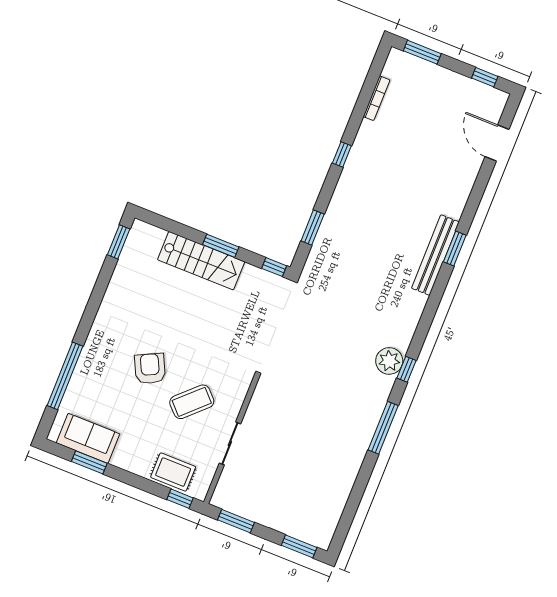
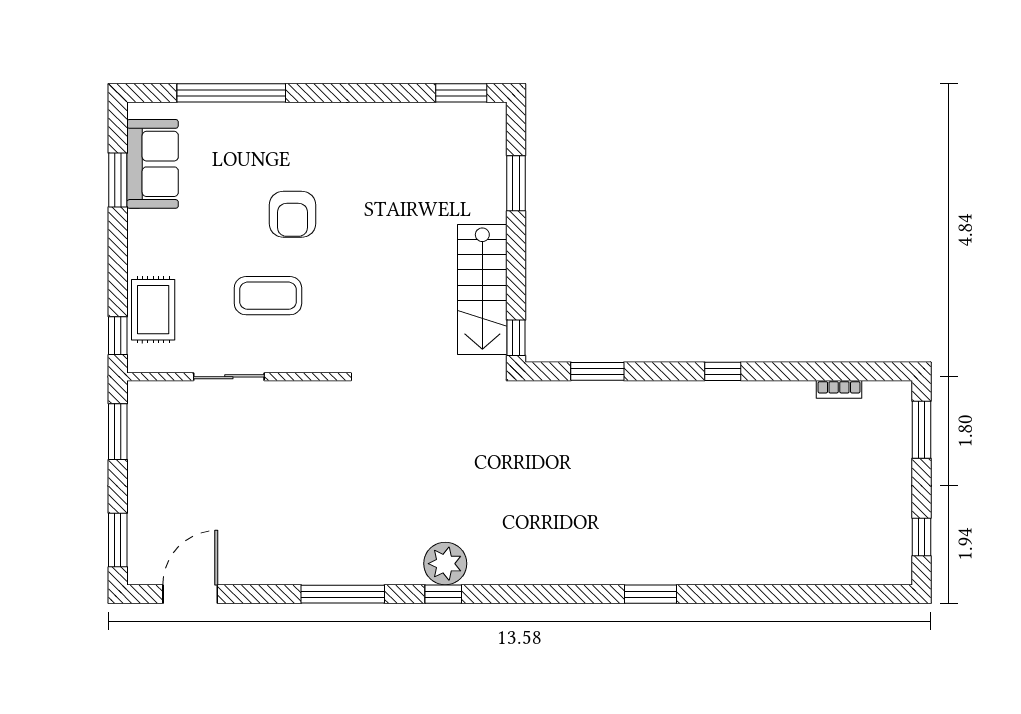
bookcase: (377, 98) -> (839, 389), width x0.64
door: (497, 143) -> (190, 594), moved
window: (221, 246) -> (516, 183), moved
bench: (435, 255) -> (629, 569), removed
stairs: (201, 261) -> (482, 289), moved
armchair: (150, 369) -> (292, 214), turned 116
coffee table: (192, 402) -> (268, 296), turned -46

